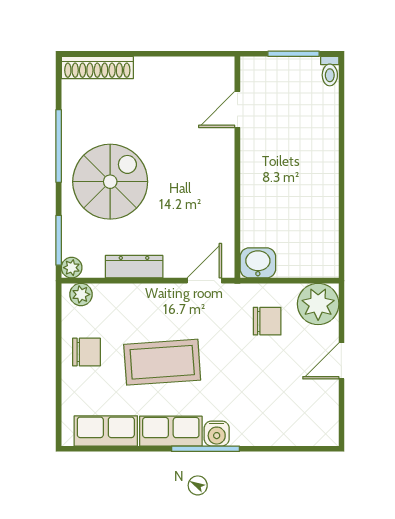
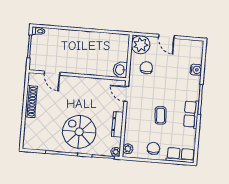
shoe rack: (97, 68) -> (31, 102), moved
coffee table: (162, 362) -> (161, 115), width x0.54, depth x0.58
row of seats: (106, 431) -> (180, 155), moved, turned 90
water cooler: (217, 434) -> (196, 70), moved

